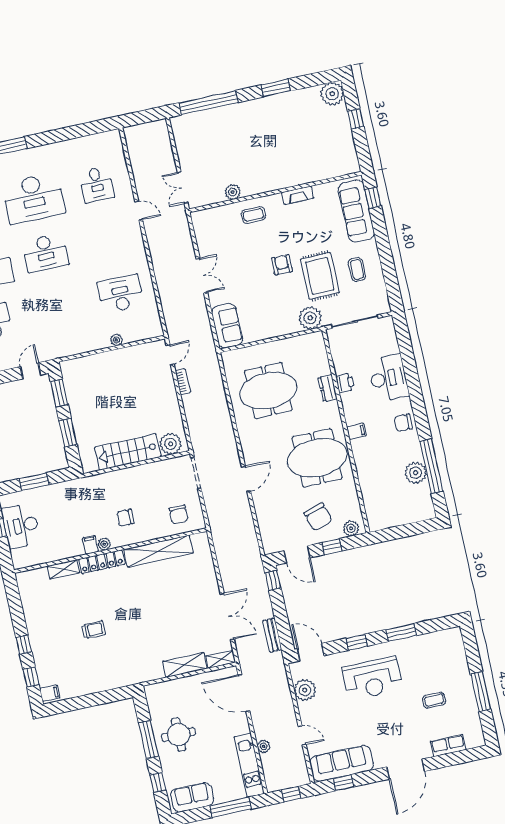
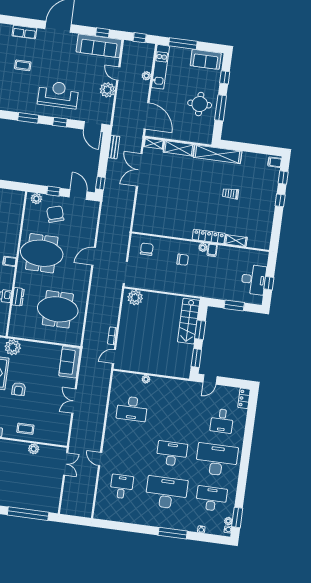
stairs: (128, 452) -> (189, 321), moved, turned 90
shelving: (159, 551) -> (218, 154), moved
plant: (305, 690) -> (107, 90), moved

